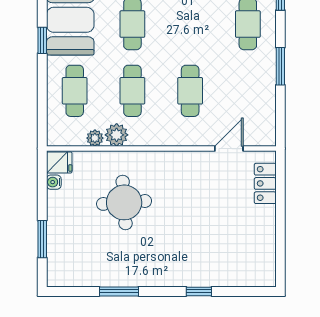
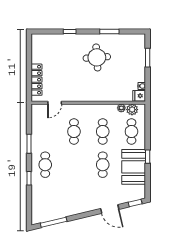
plant: (117, 135) -> (132, 110), moved
locker: (265, 183) -> (37, 80), width x1.53
round table: (124, 202) -> (97, 57), moved

